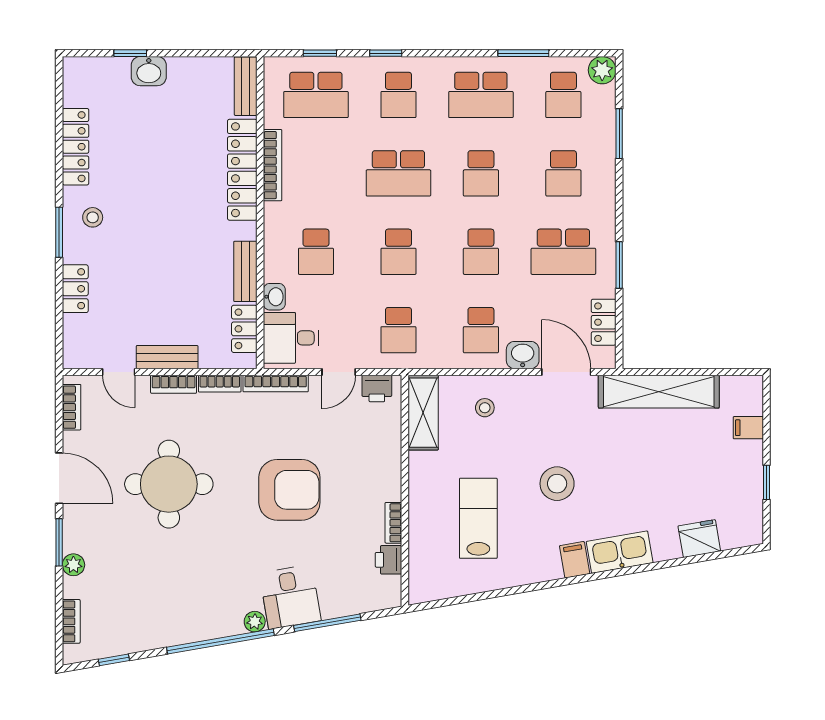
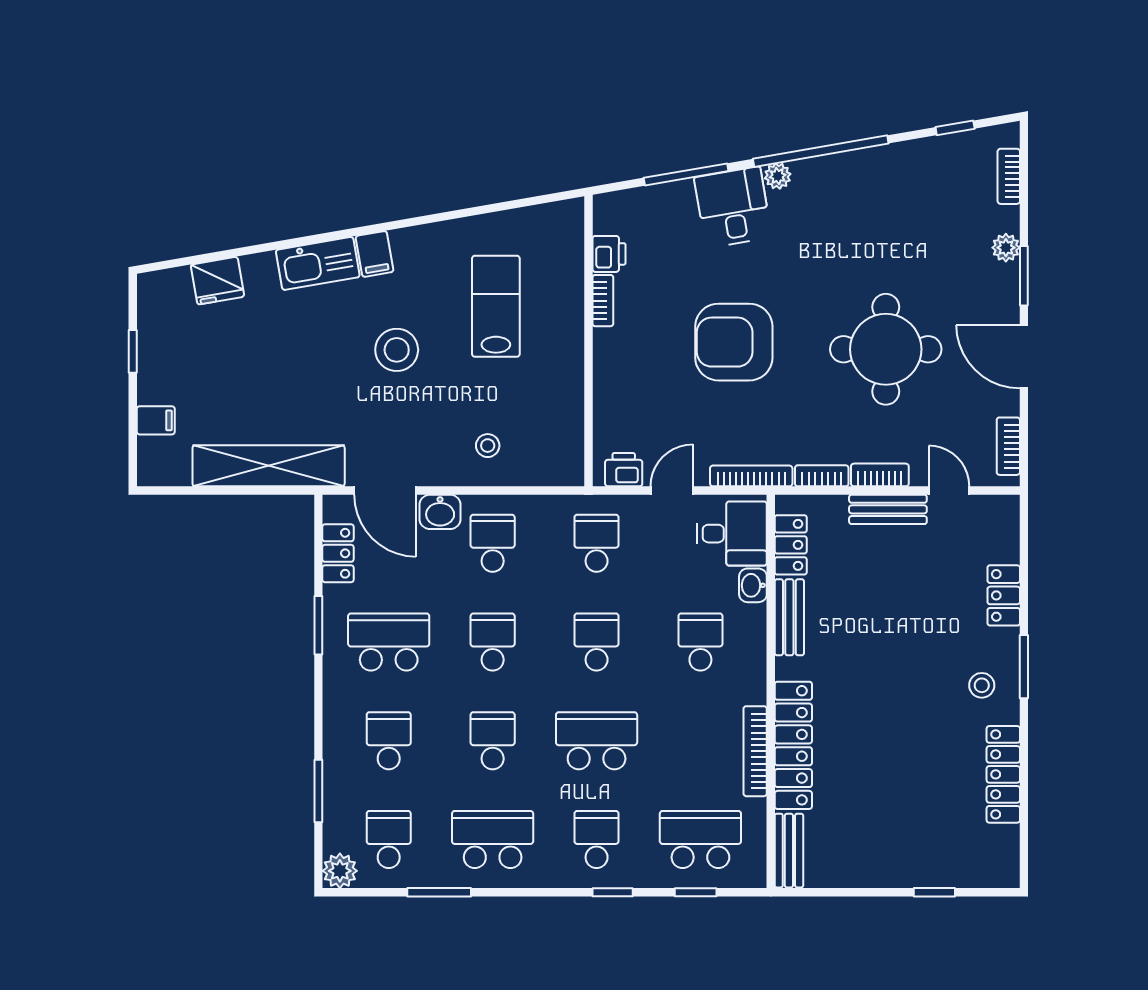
washbasin: (149, 71) -> (911, 870), removed
shelving: (423, 413) -> (566, 439), removed
lab bench: (478, 518) -> (496, 306), turned 180

